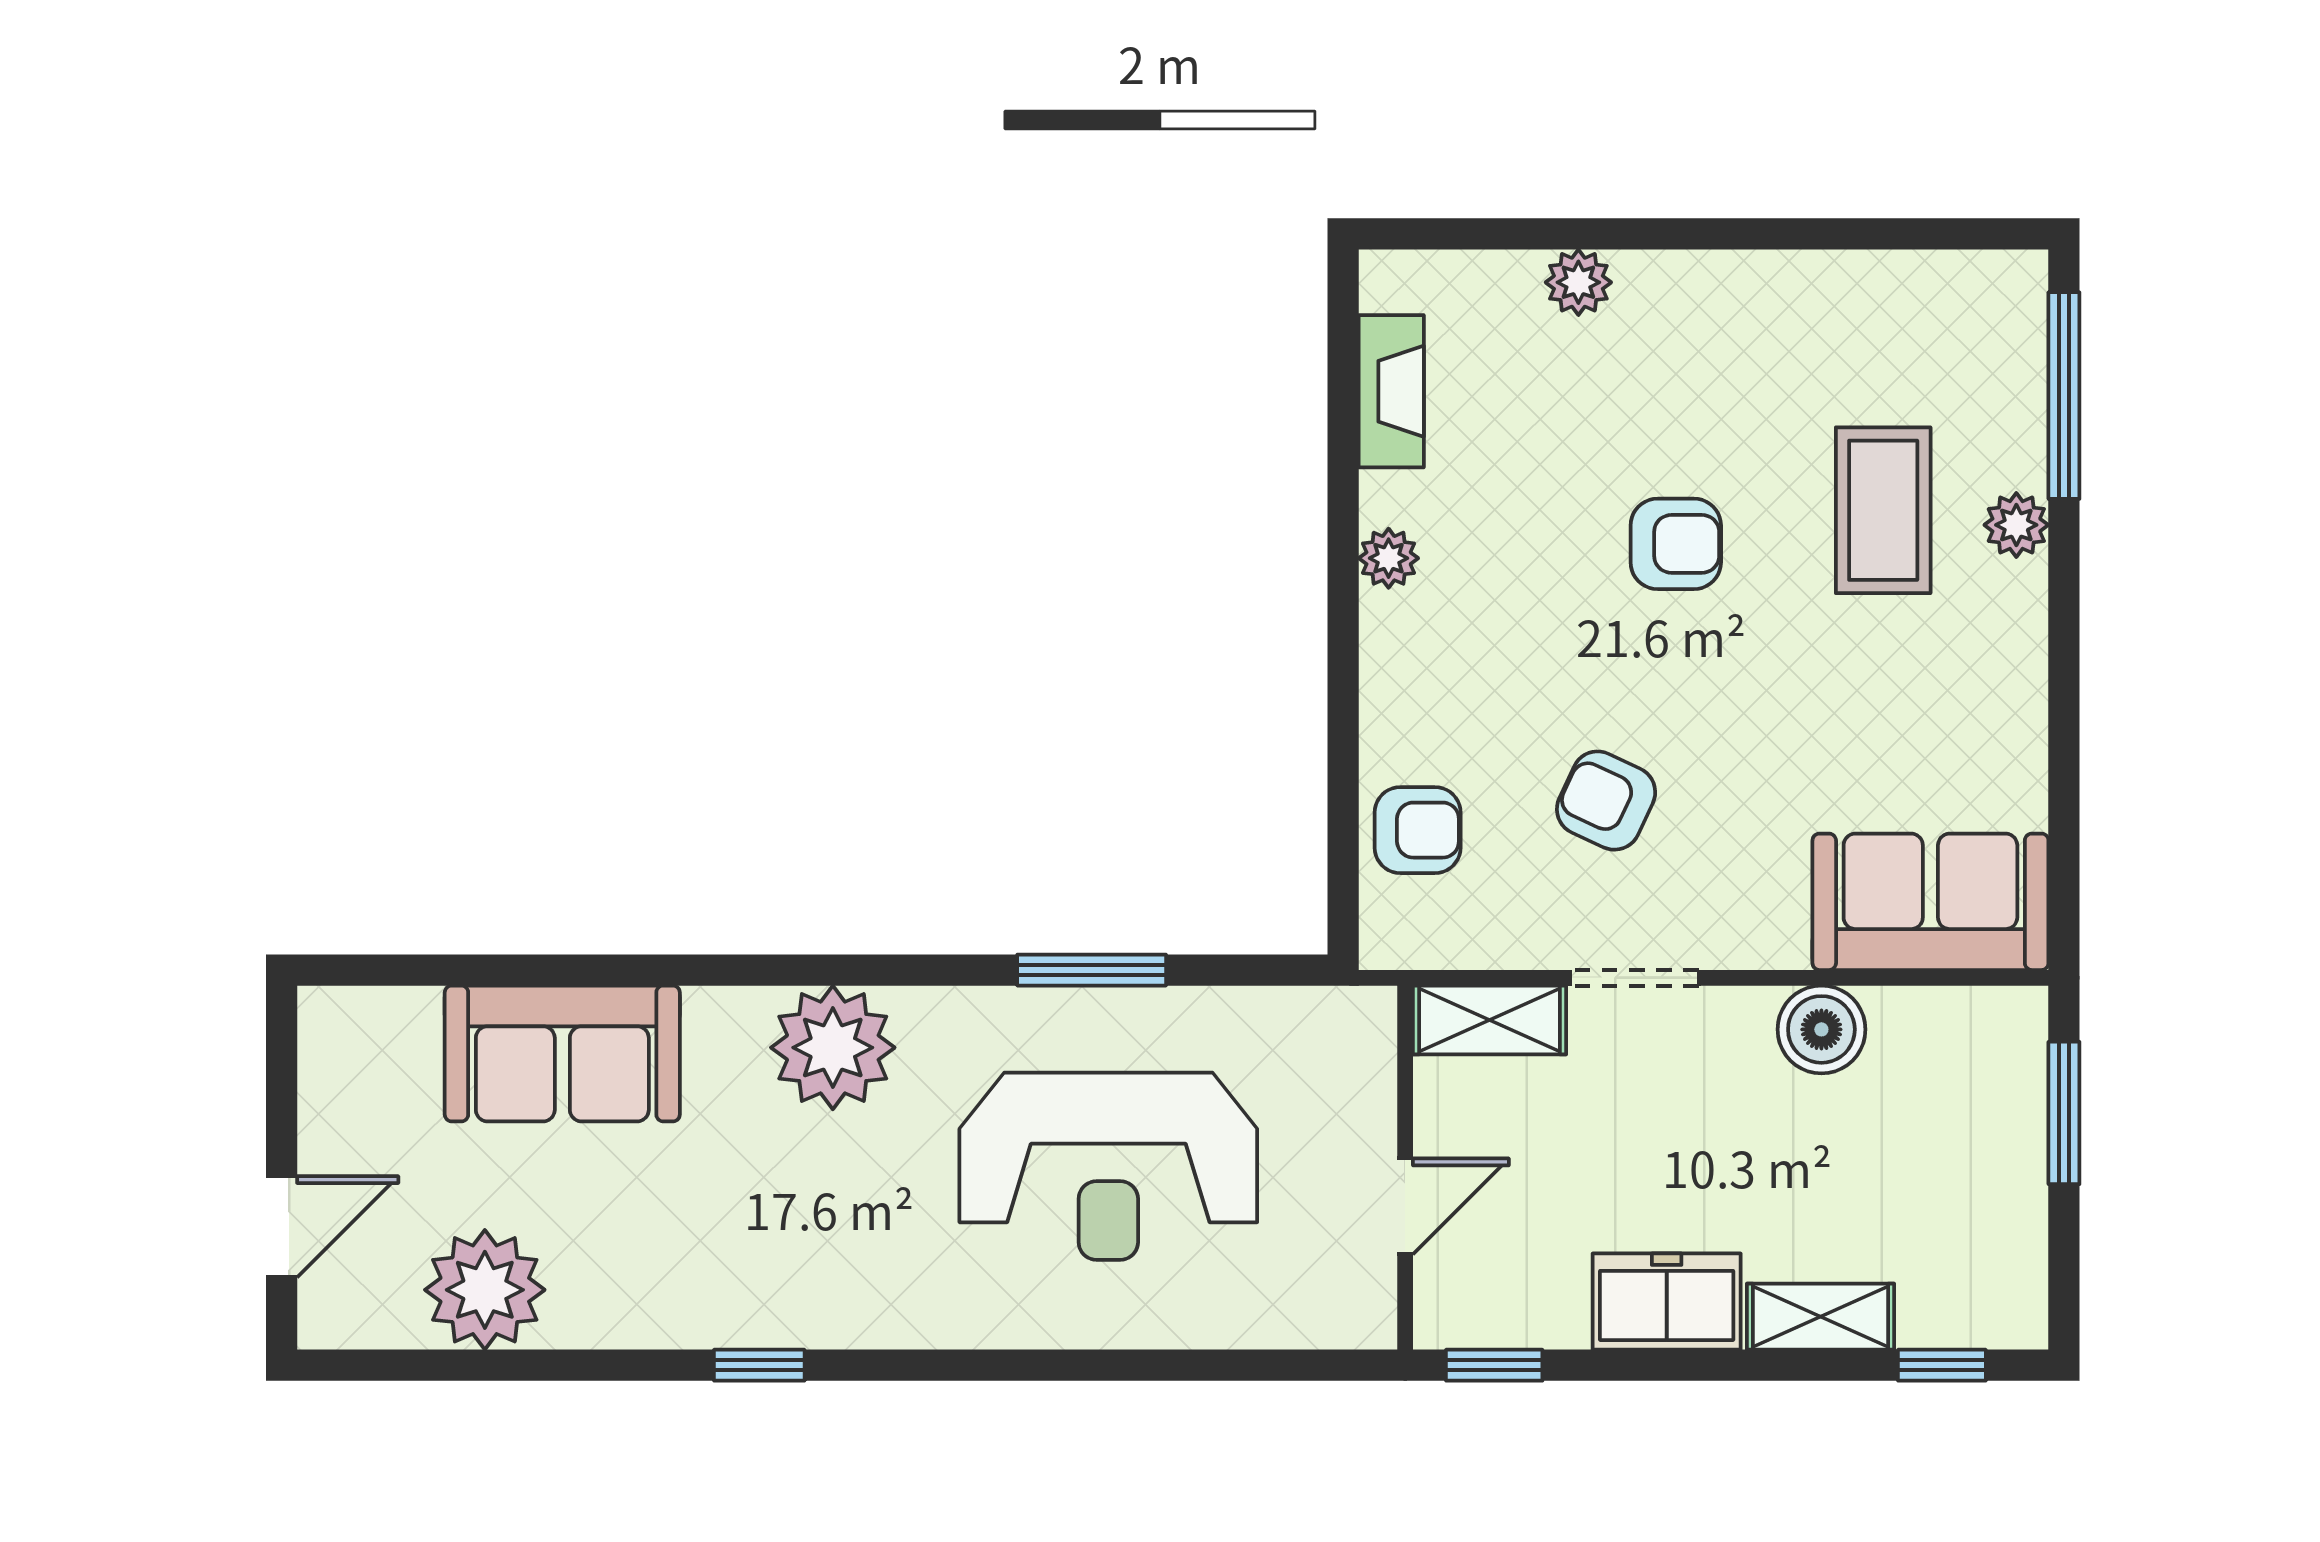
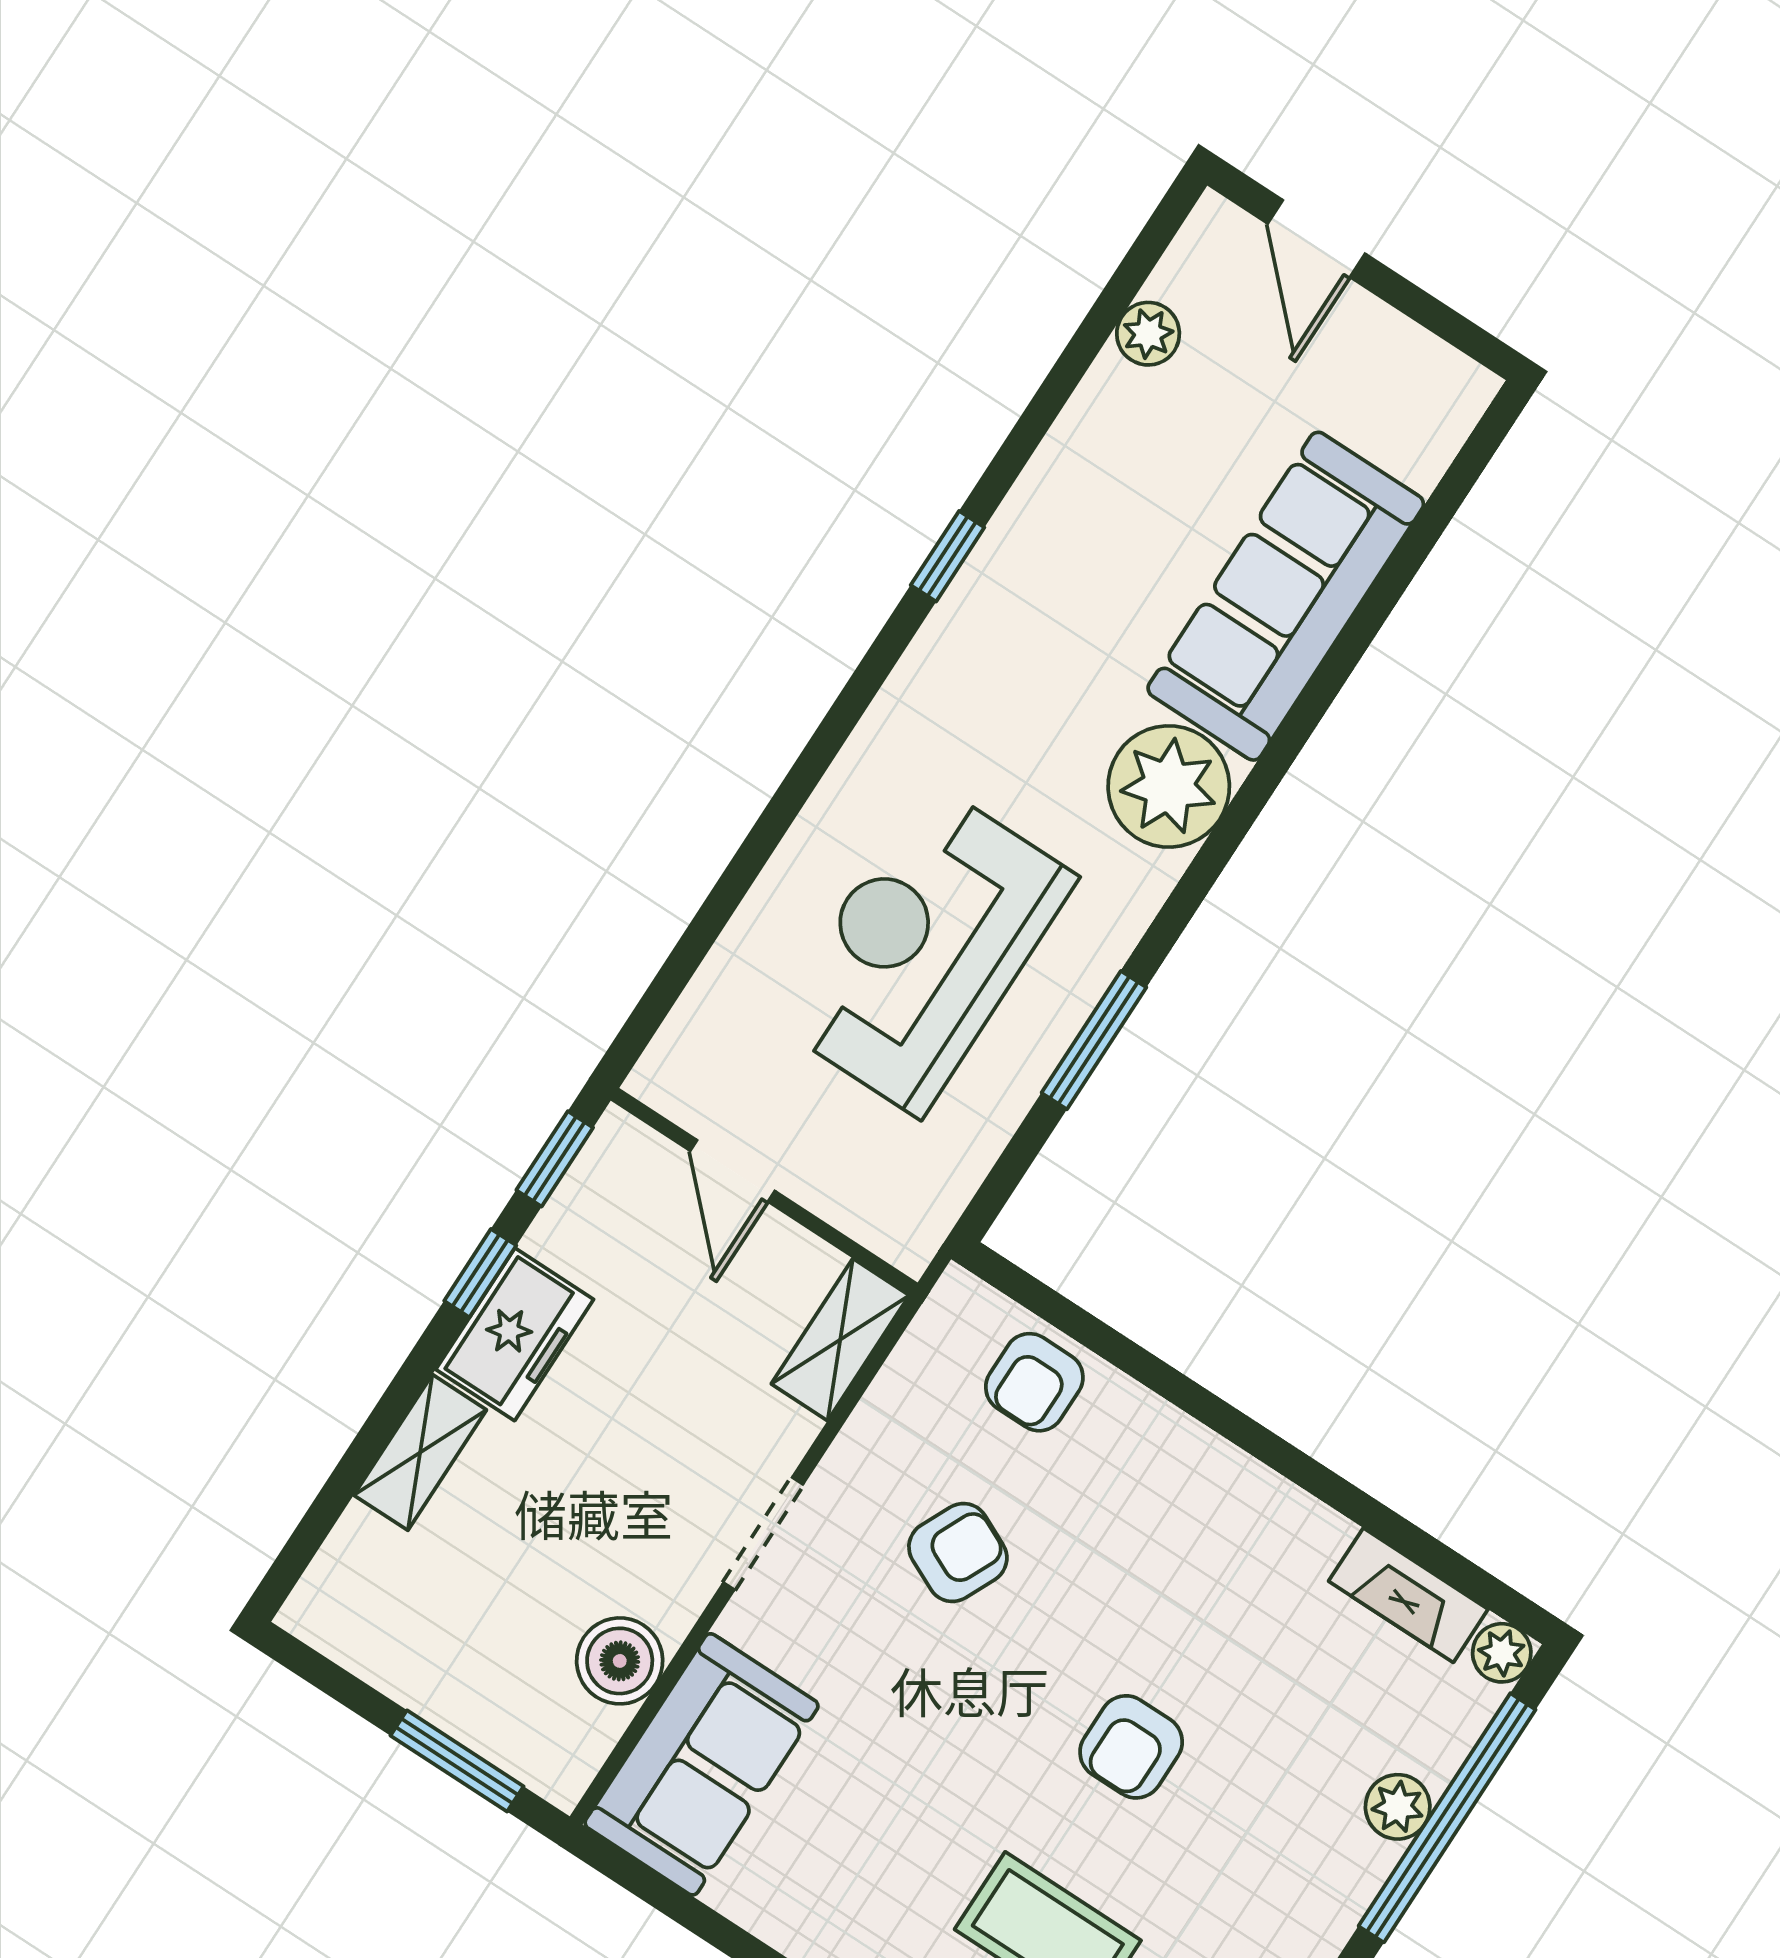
window: (1560, 234) -> (1447, 1818), added
plant: (1389, 558) -> (1502, 1653), moved
doorway: (1634, 978) -> (763, 1533), moved
boiler: (1821, 1029) -> (620, 1661), moved
sofa: (562, 1053) -> (1286, 596), width x1.36
plant: (485, 1290) -> (1148, 334), width x0.53, depth x0.53
window: (1942, 1365) -> (480, 1273), moved

